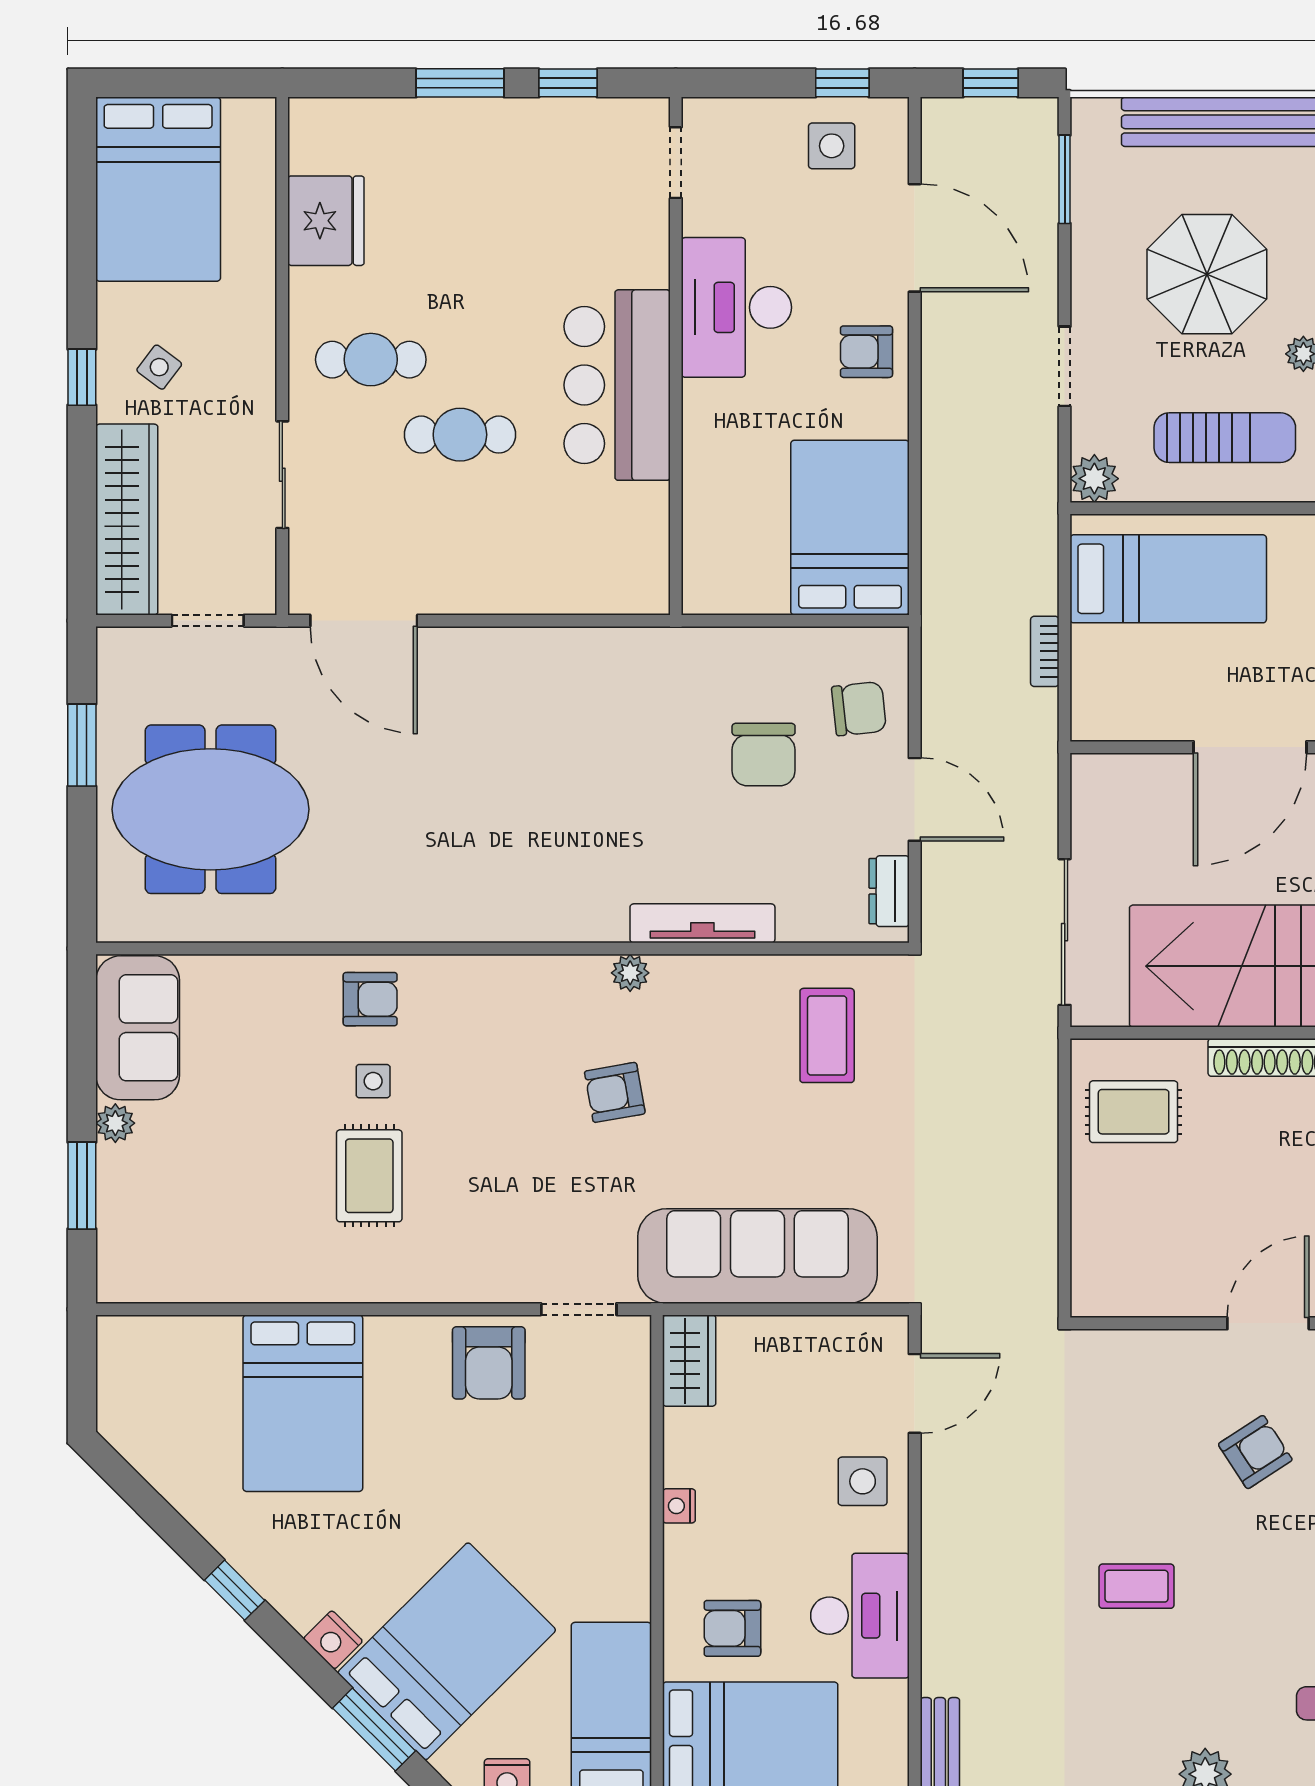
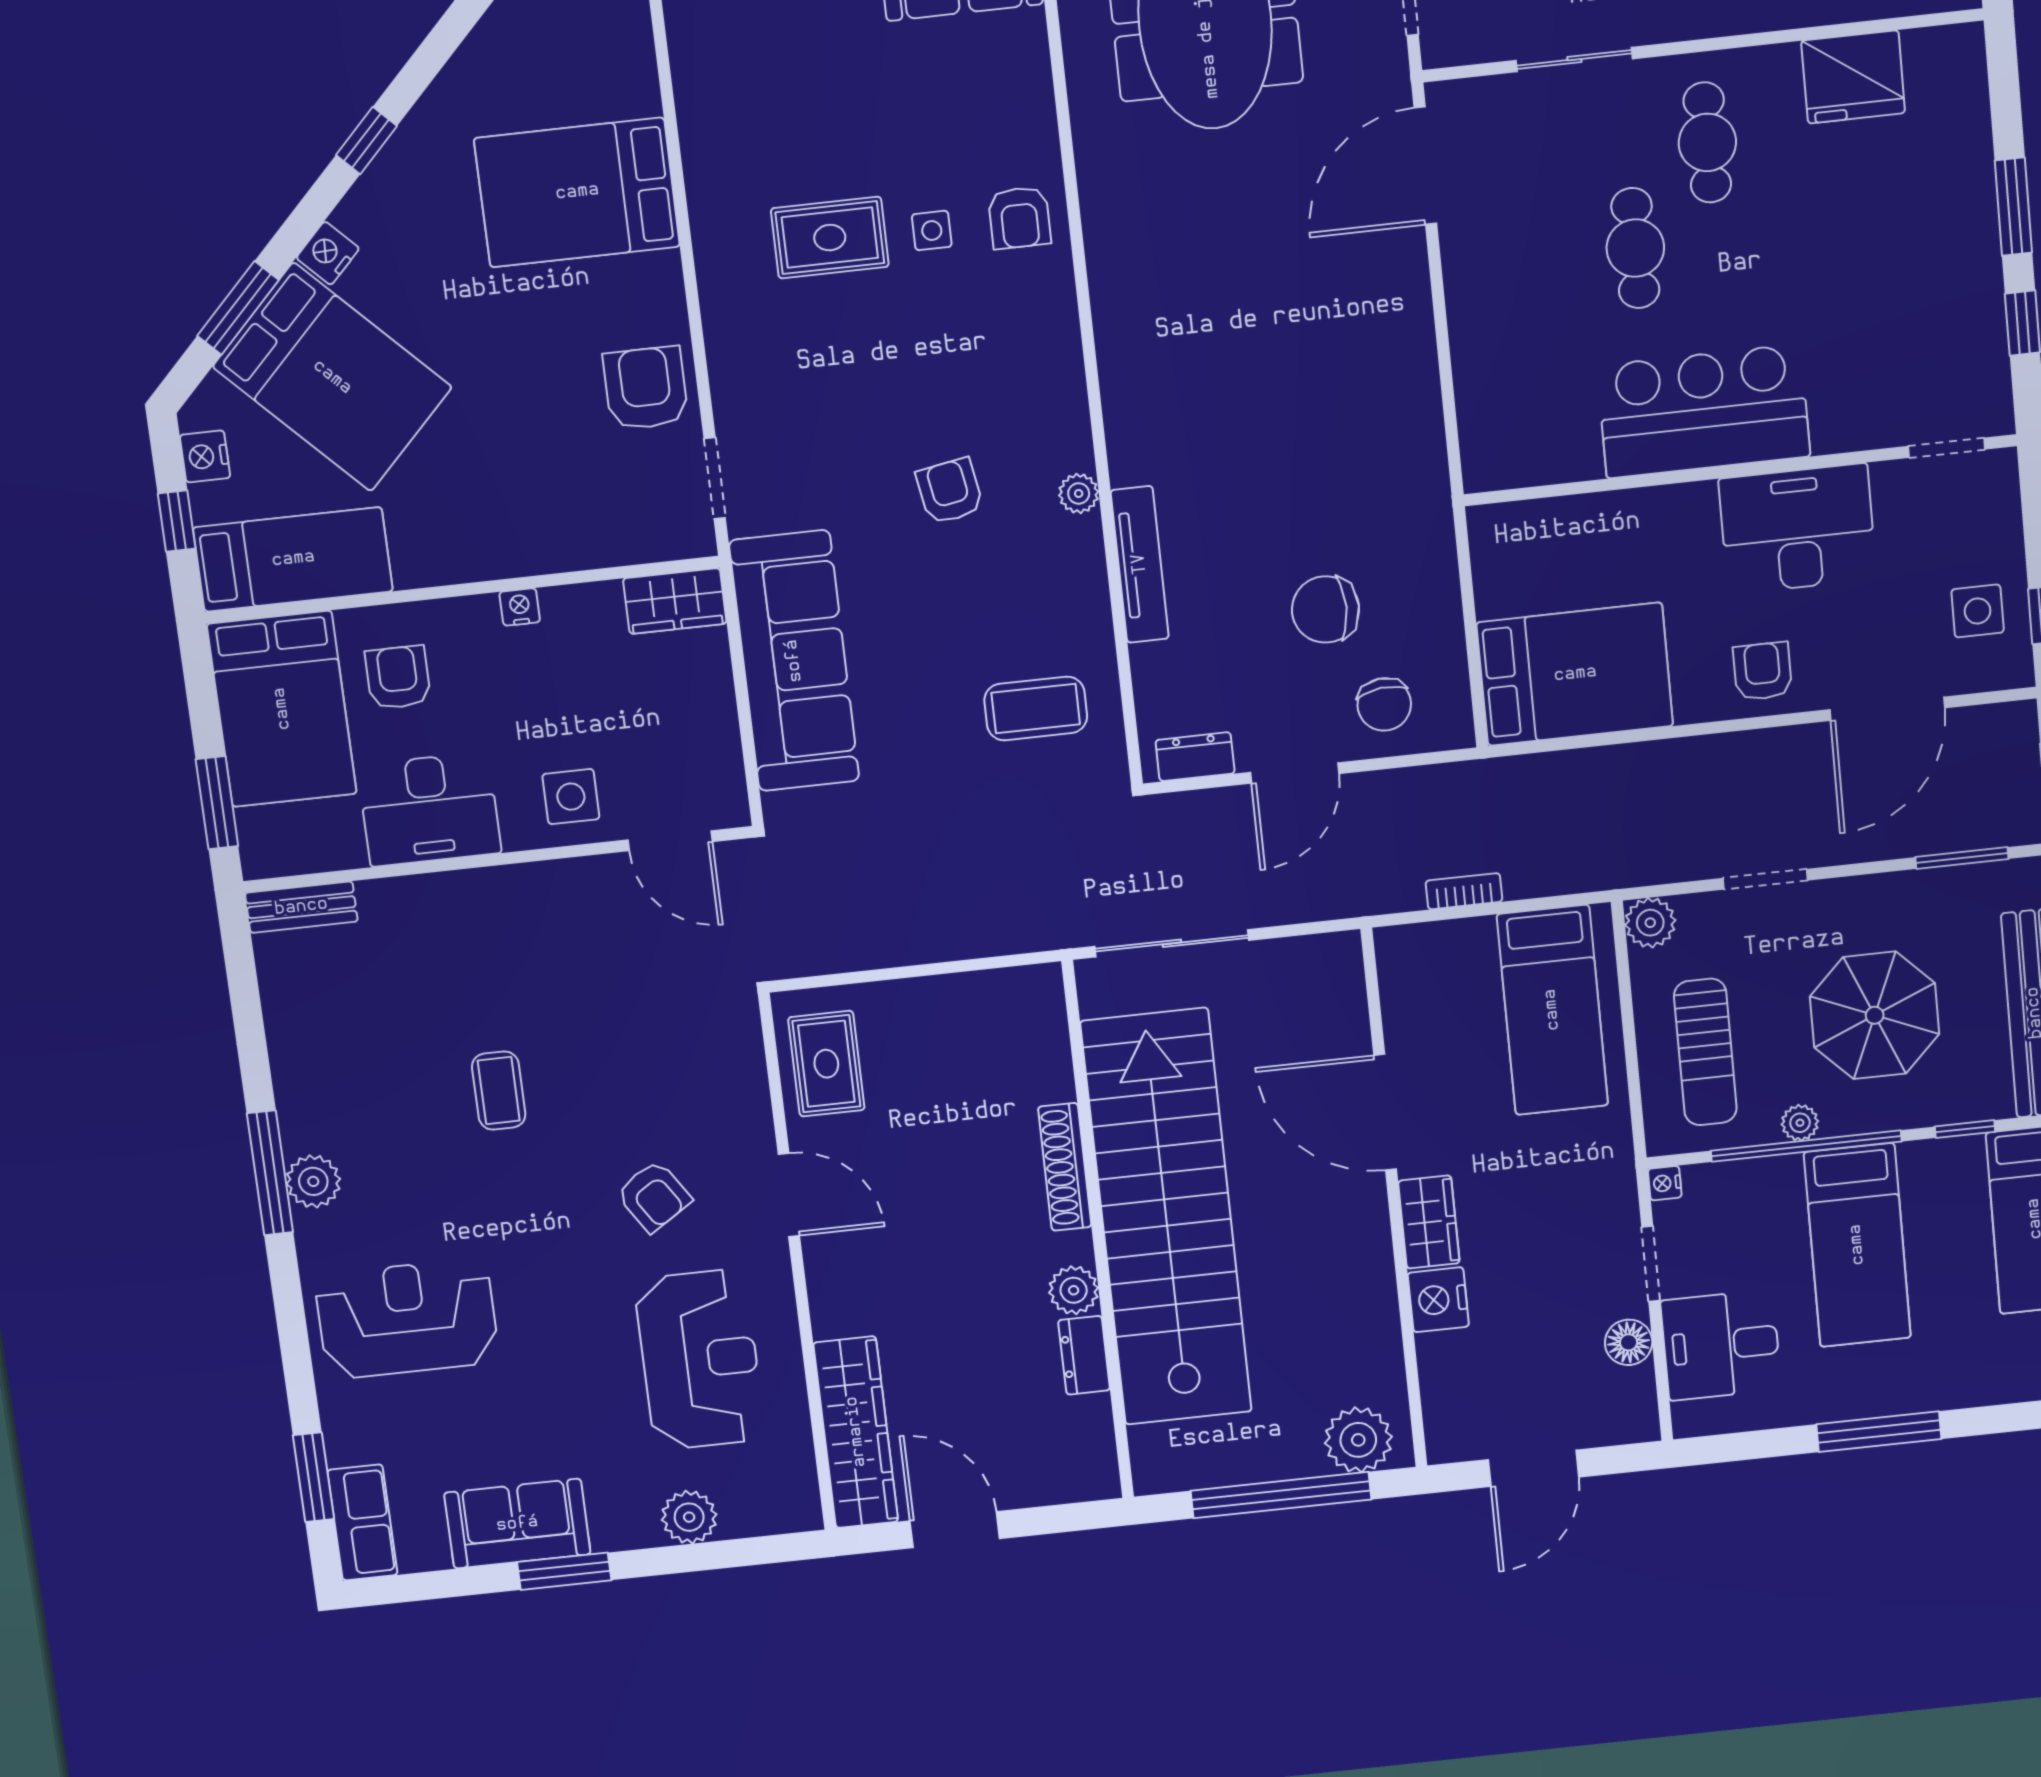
rug: (1134, 1112) -> (826, 1064), moved
armchair: (489, 1363) -> (646, 388), turned 90

